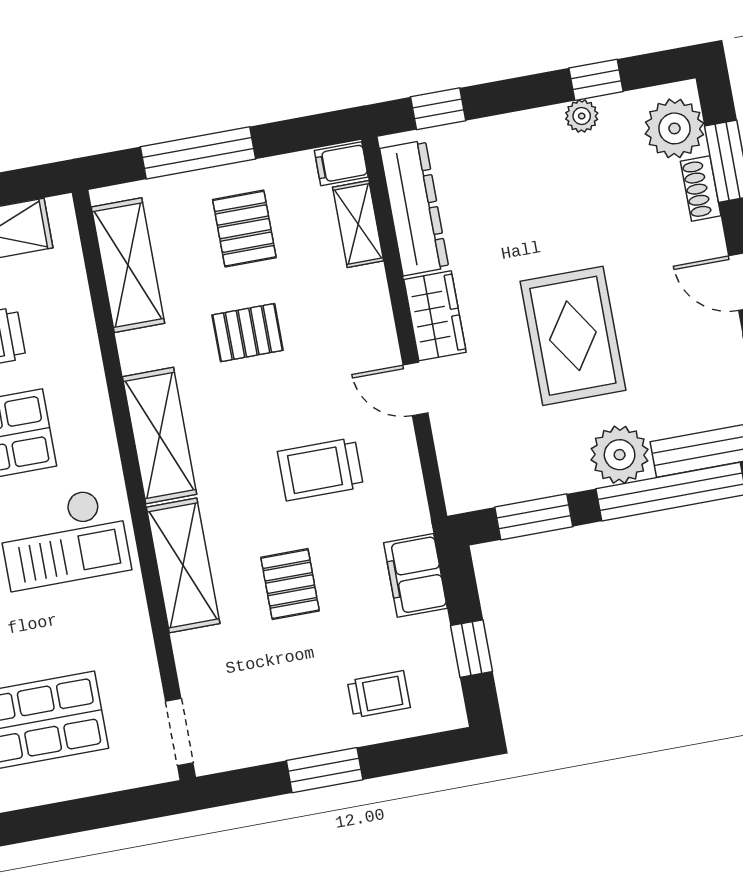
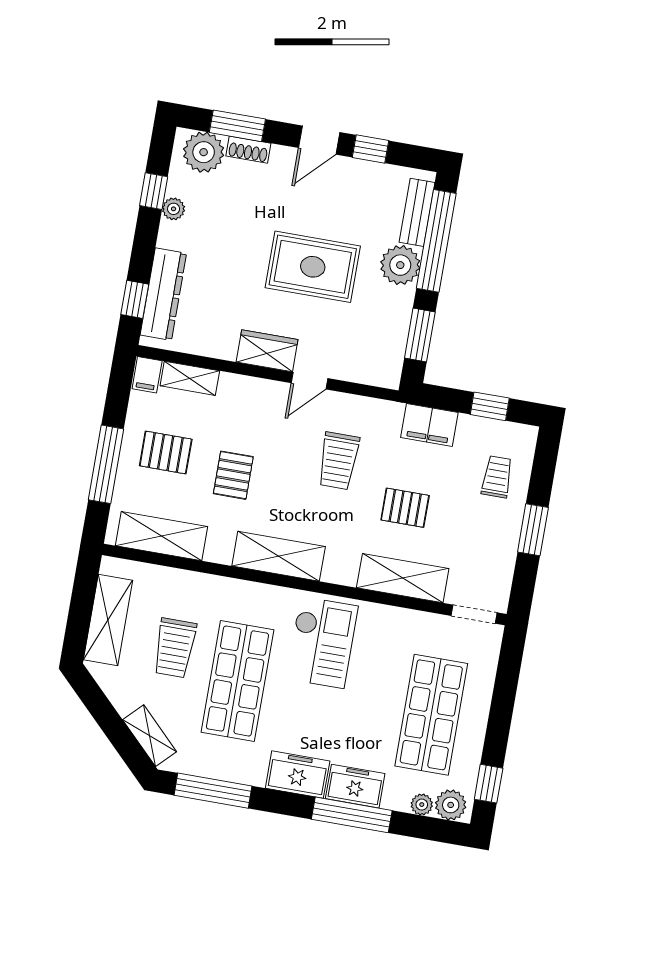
dresser: (414, 208) -> (163, 294), moved, turned 90
shelving: (183, 565) -> (403, 578), moved

